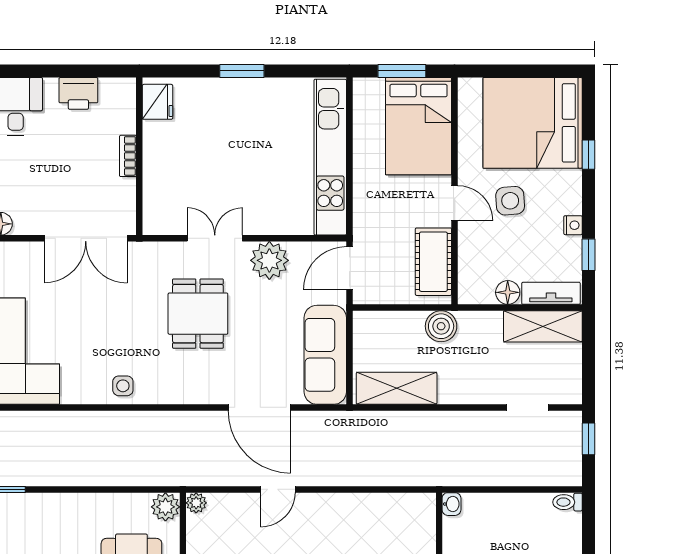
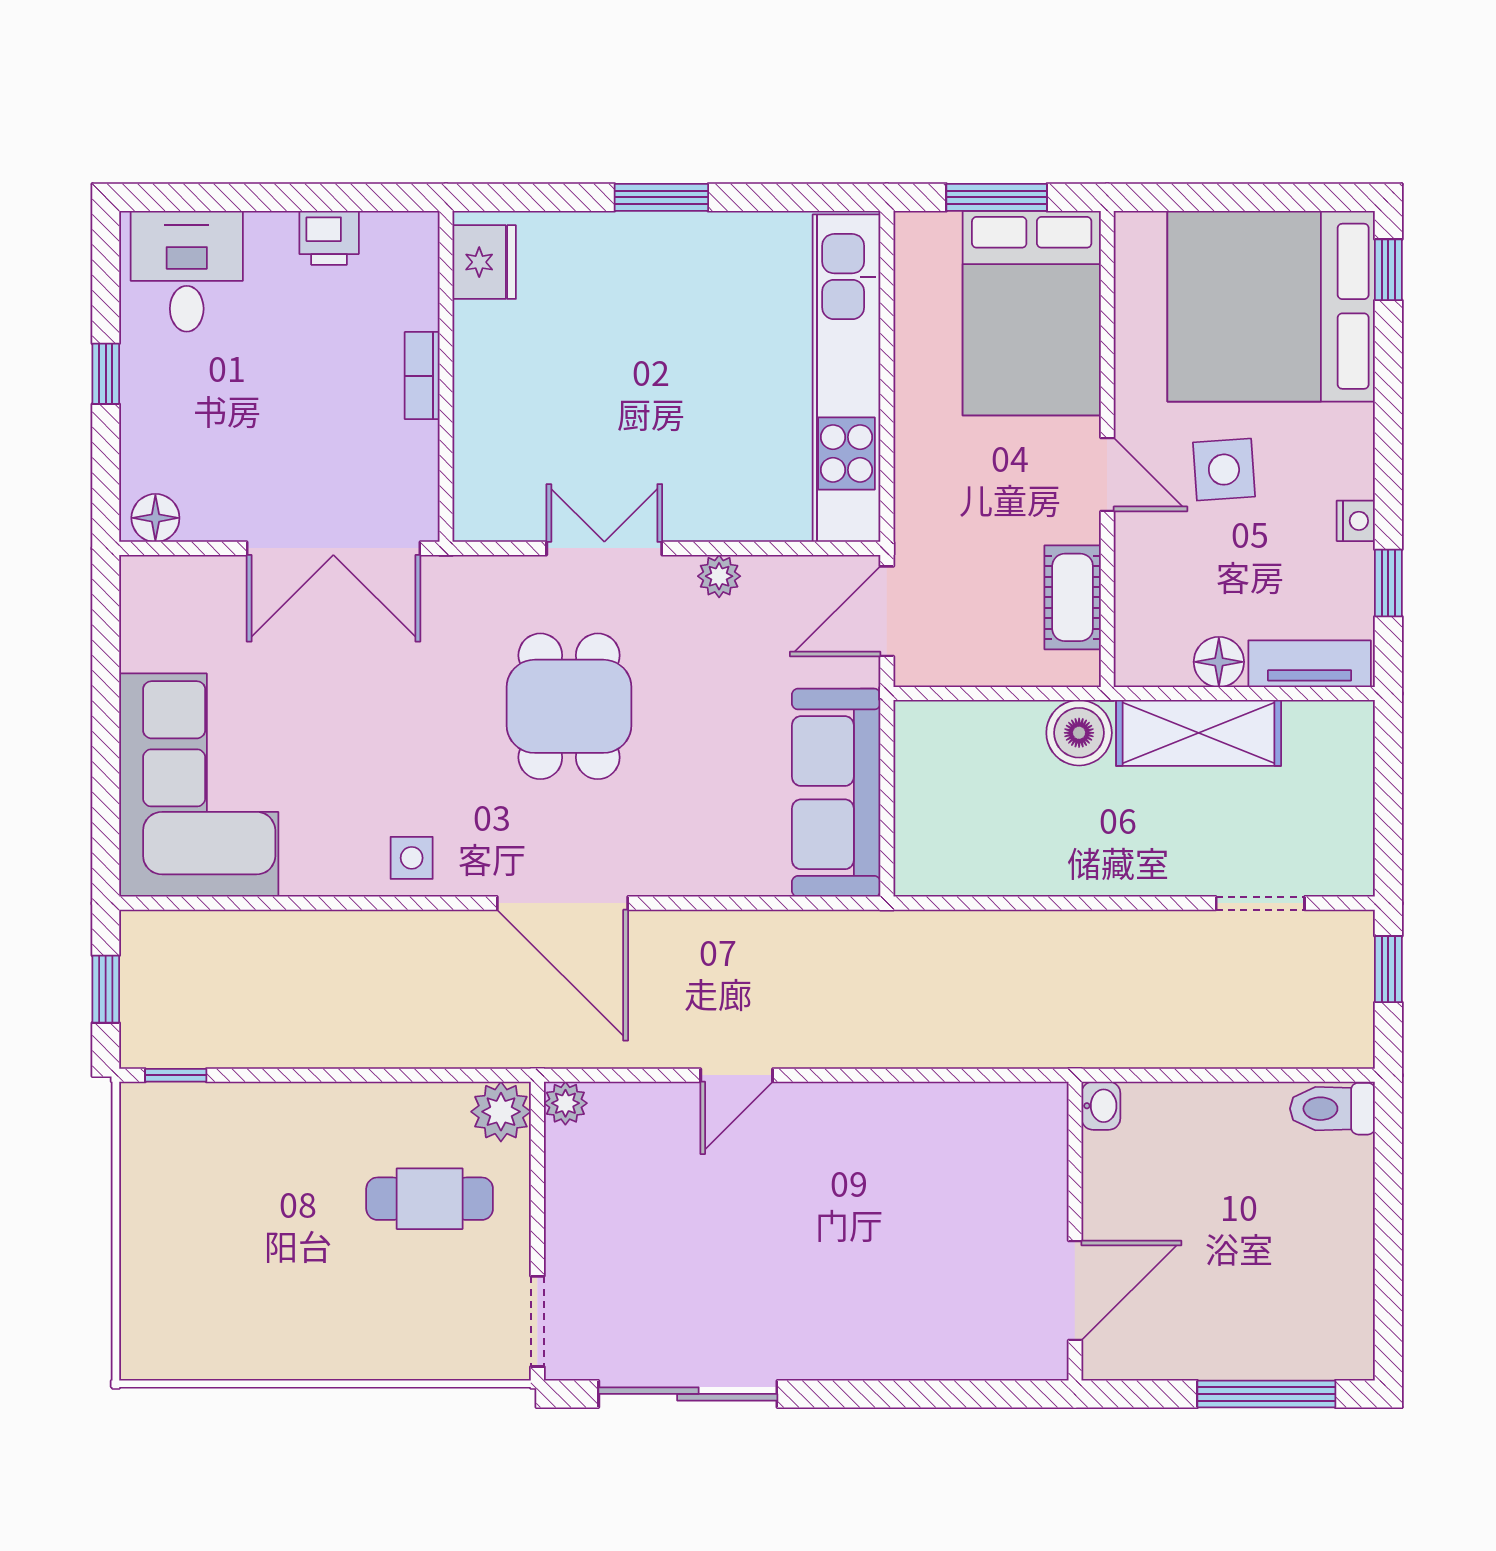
printer: (78, 93) -> (329, 238), width x0.73, depth x0.81
window: (589, 155) -> (1388, 270), moved
plant: (269, 260) -> (719, 576), width x0.53, depth x0.53
cot: (433, 262) -> (1073, 597), width x0.73, depth x0.75
shelving: (543, 326) -> (1199, 733), moved
shelving: (397, 388) -> (986, 863), removed
door: (259, 407) -> (563, 903), moved
toilet: (568, 502) -> (1332, 1109), width x1.37, depth x1.39

